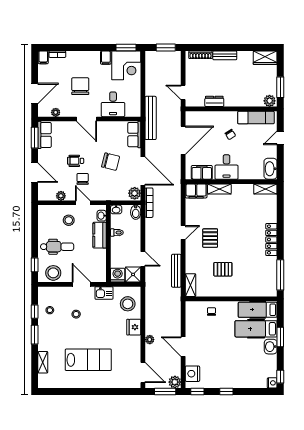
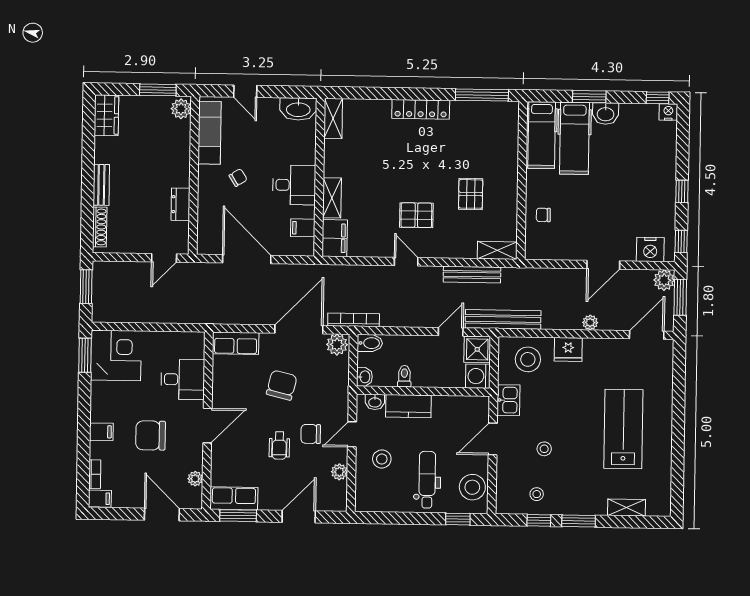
filing cabinet: (106, 58) -> (101, 432), moved
bench: (151, 118) -> (503, 319), moved
filing cabinet: (202, 172) -> (303, 228), width x0.50

